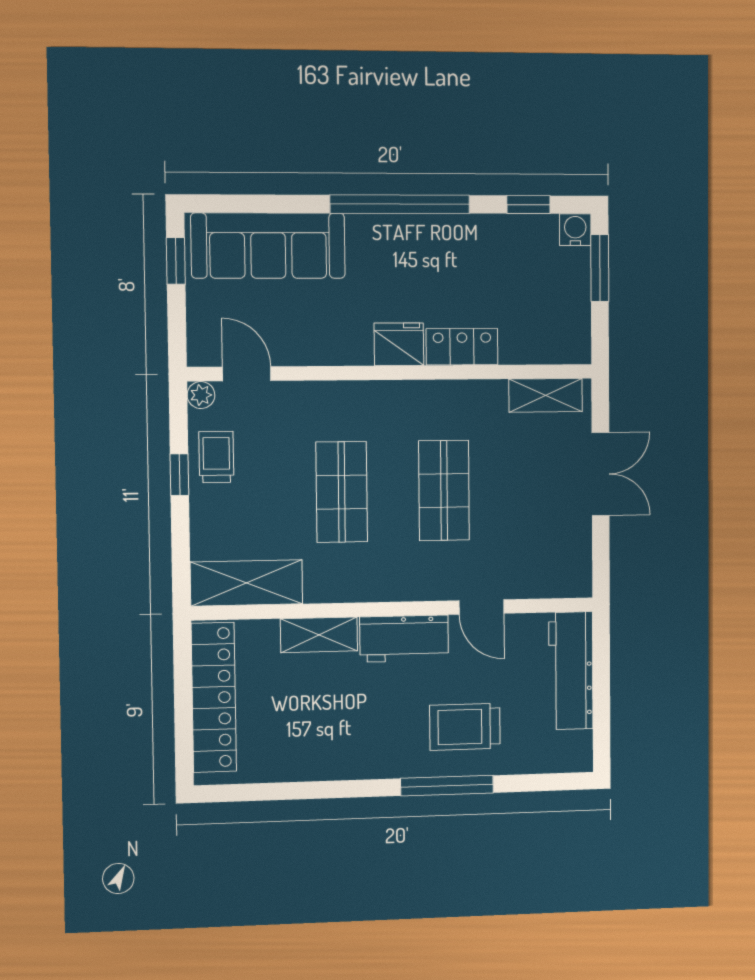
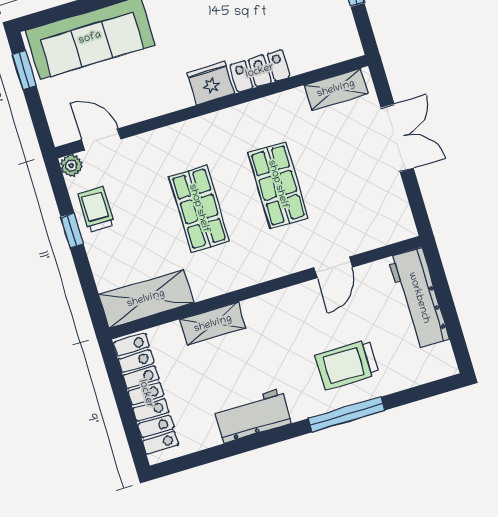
door: (481, 607) -> (333, 267), hinge flipped
workbench: (404, 639) -> (252, 416), moved, turned 180

